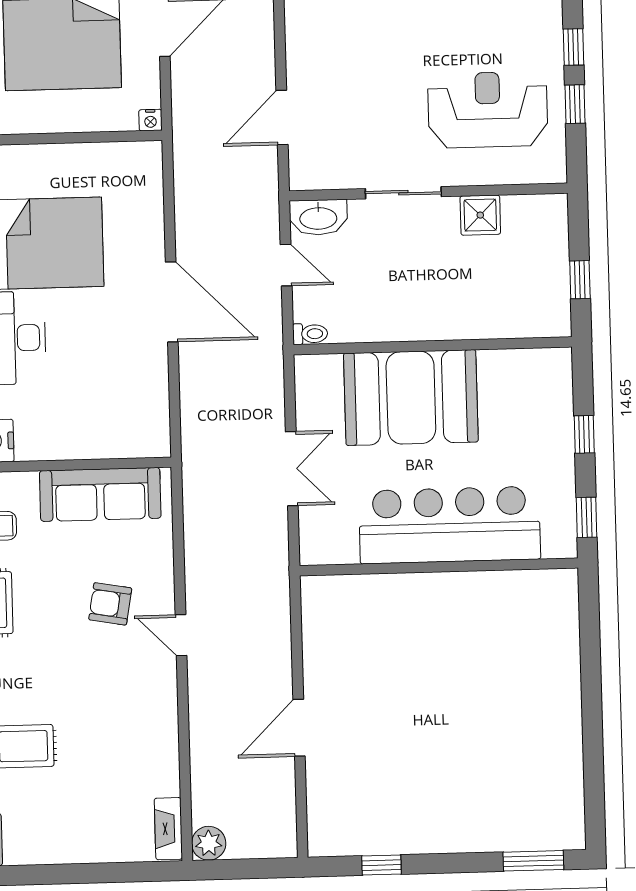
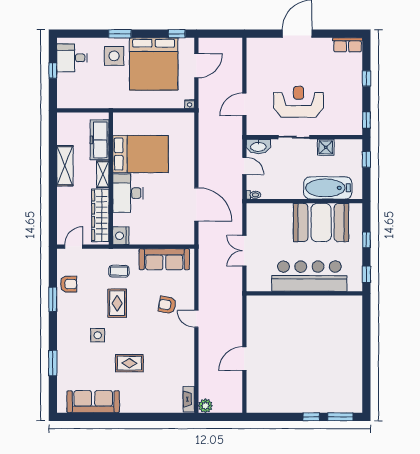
window: (575, 104) -> (366, 120), moved
reception desk: (488, 110) -> (299, 102), moved
window: (580, 280) -> (366, 159), moved
door: (172, 302) -> (196, 204), moved
bathtub: (488, 312) -> (328, 188), added
booth: (411, 398) -> (321, 223), moved
double door: (292, 469) -> (244, 251), swing flipped
window: (381, 865) -> (311, 417), moved

